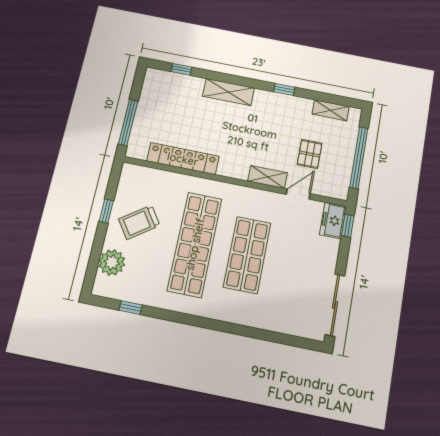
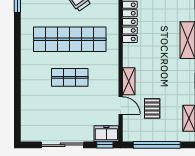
pallet: (310, 154) -> (152, 108), turned 90
shop shelf: (247, 255) -> (70, 77), width x0.70, depth x0.74
sliding door: (335, 305) -> (63, 145), moved

